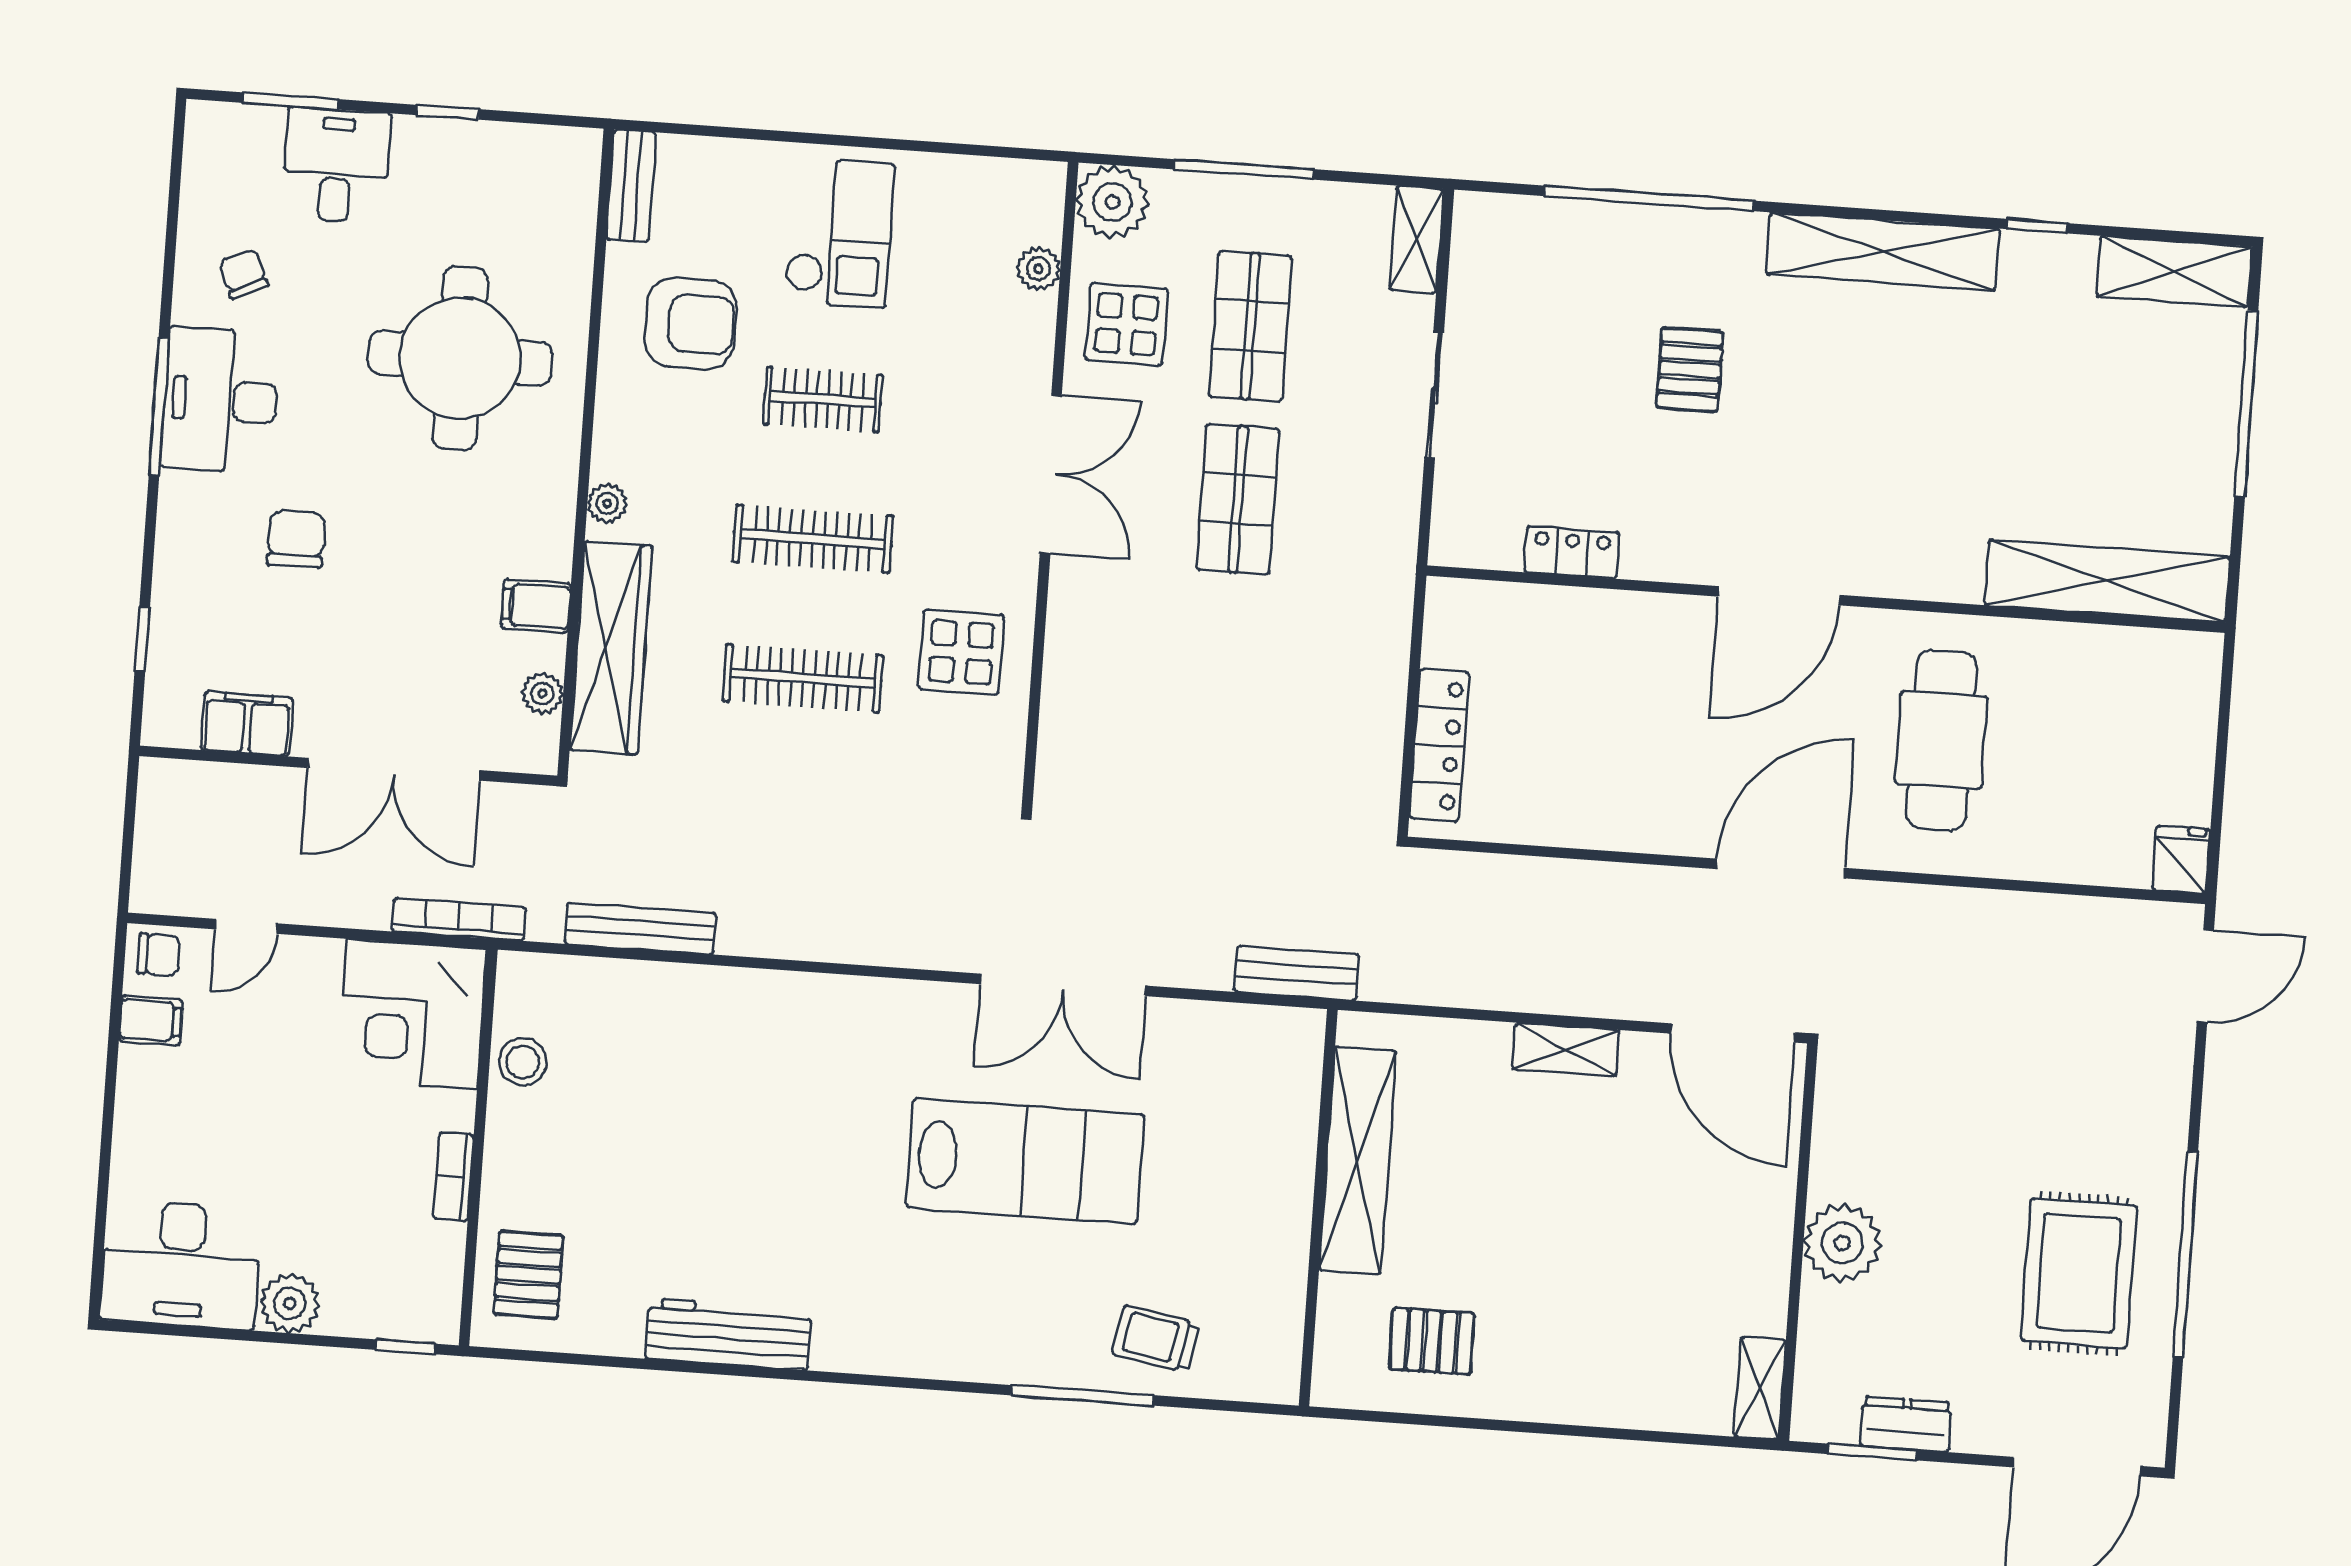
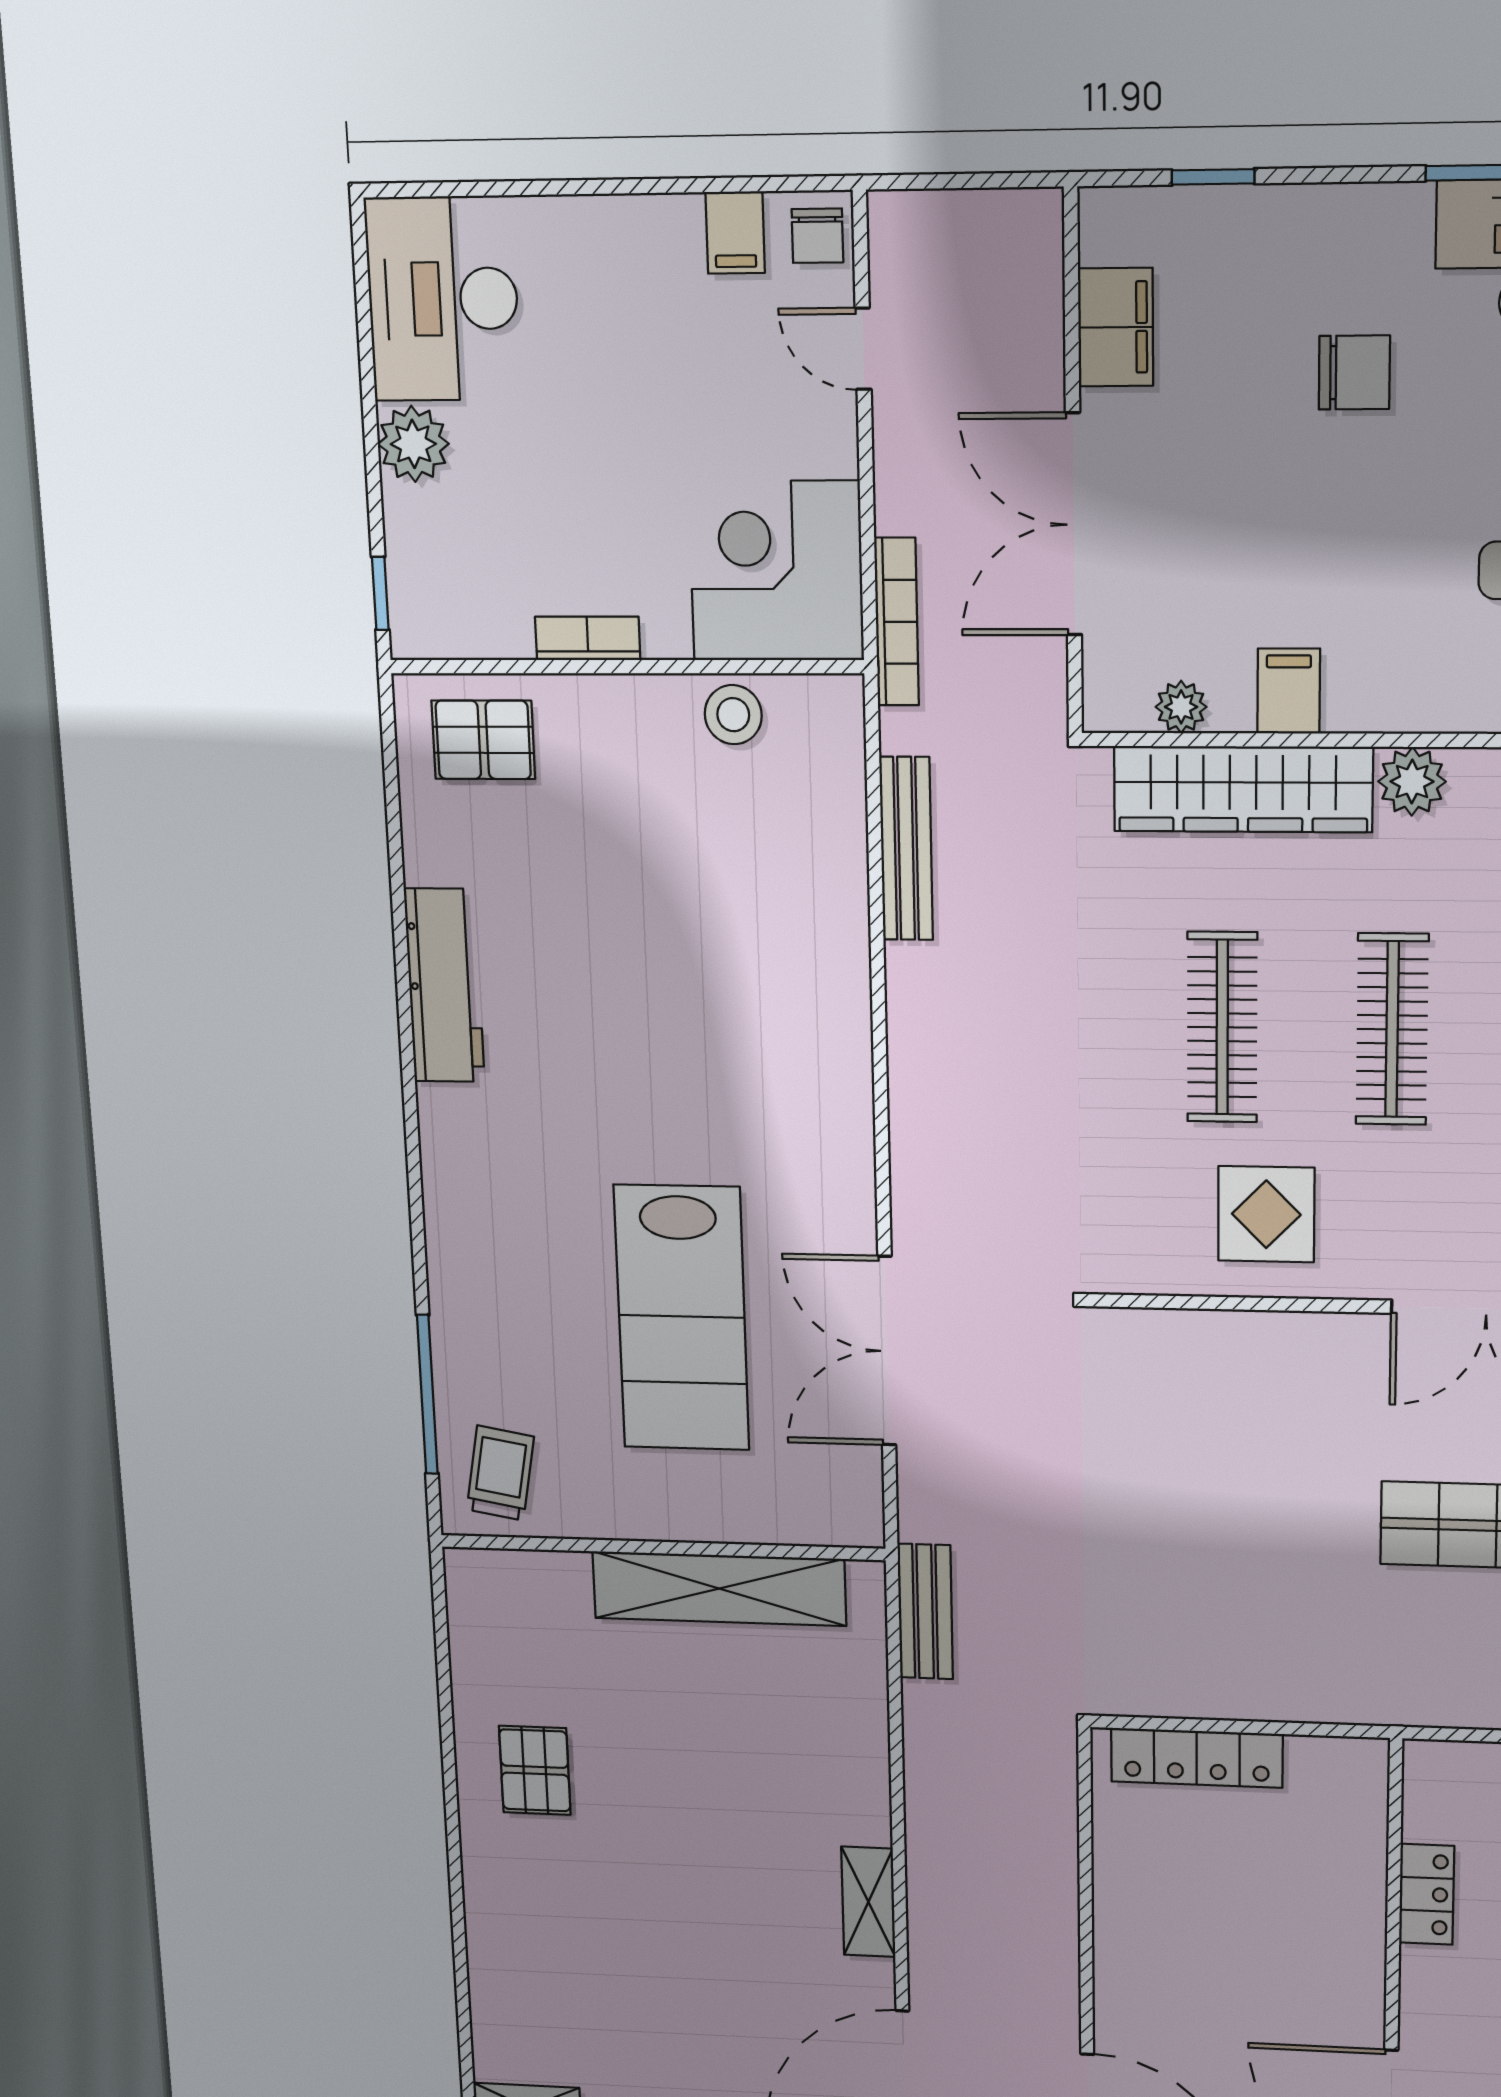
plant: (607, 503) -> (1412, 782), width x1.38, depth x1.38
shelving: (1358, 1161) -> (719, 1589), moved
wall: (1318, 1208) -> (662, 1548), moved

